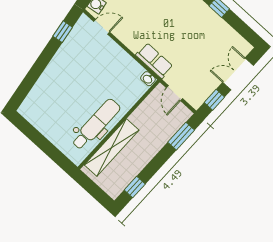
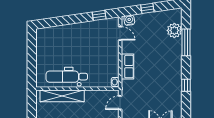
row of seats: (154, 61) -> (127, 67), moved
dental chair: (96, 124) -> (67, 77), turned 180

